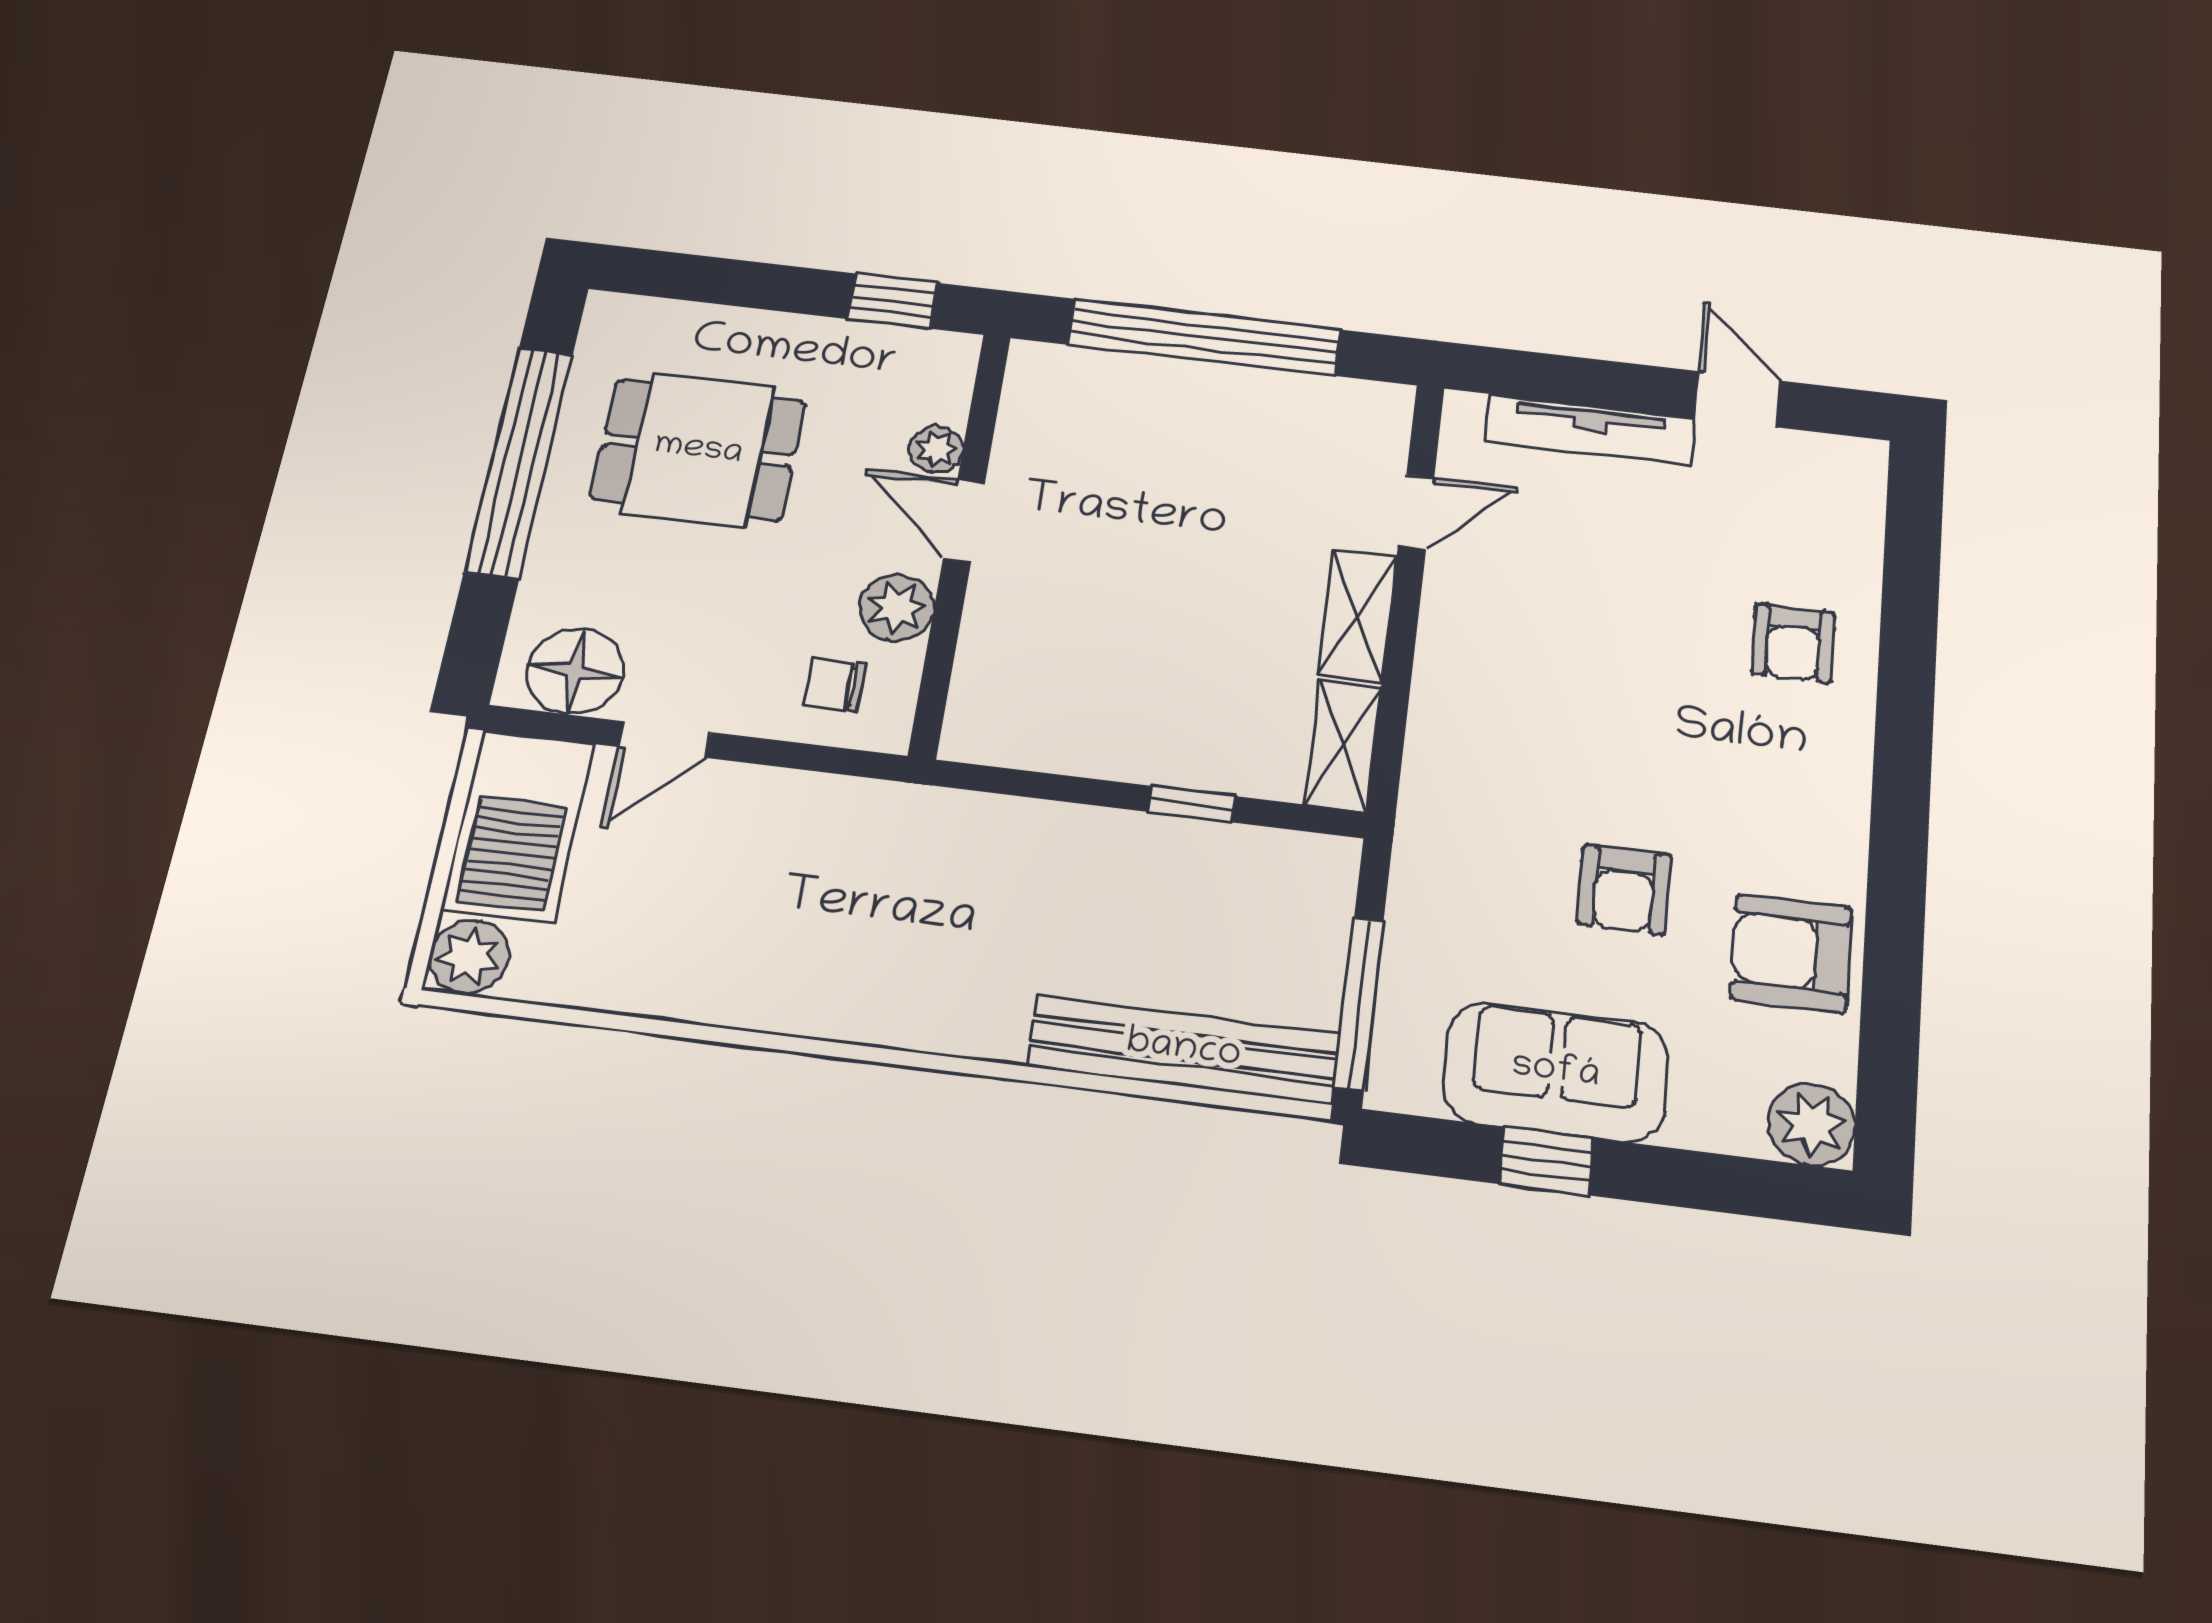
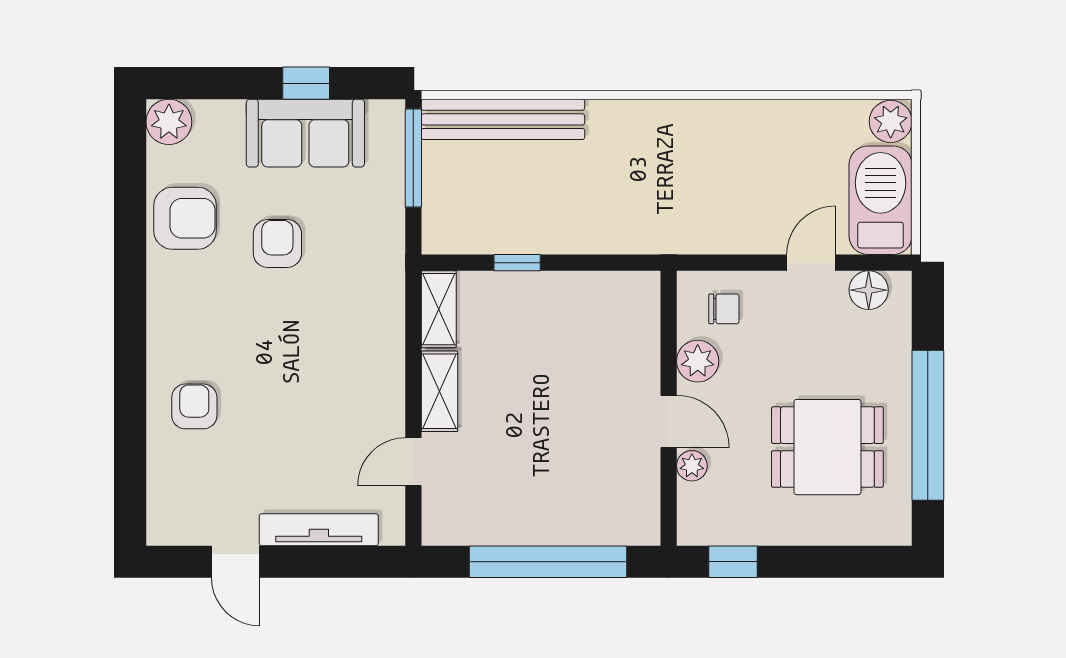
floor lamp: (575, 671) -> (869, 290), width x0.73, depth x0.73

